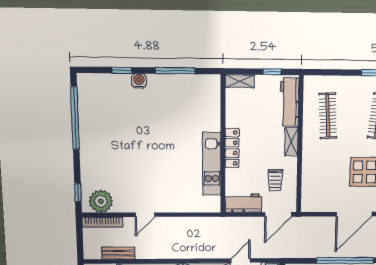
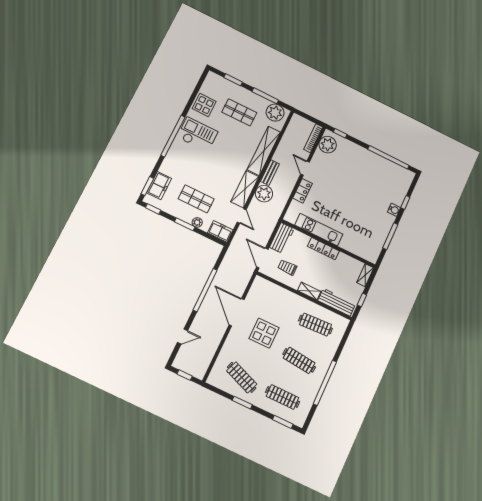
locker: (174, 205) -> (302, 191), added
plant: (201, 248) -> (264, 194), added
bench: (118, 253) -> (270, 173), moved

